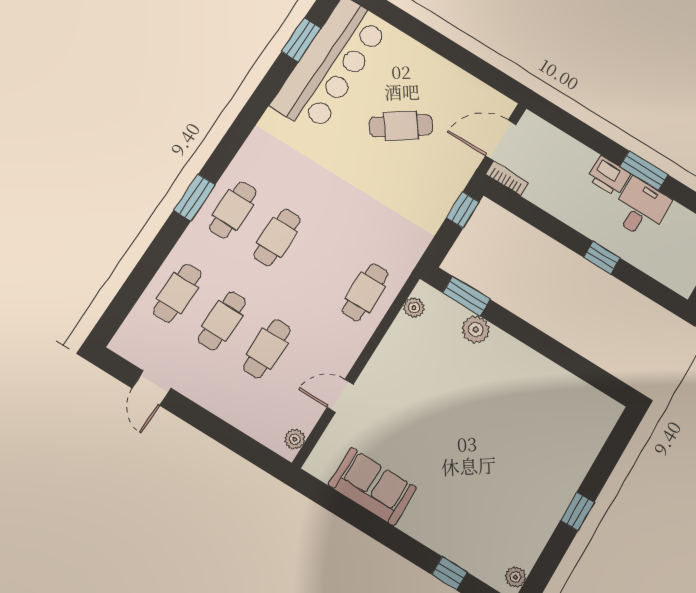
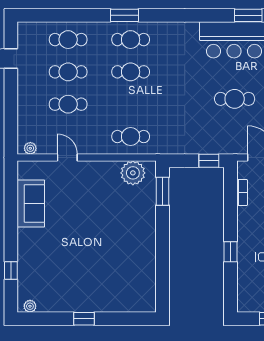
cafe table: (401, 126) -> (235, 99), turned -54
bookcase: (507, 178) -> (242, 193), moved
plant: (414, 308) -> (133, 173), width x1.88, depth x1.88
plant: (476, 330) -> (147, 207), removed

